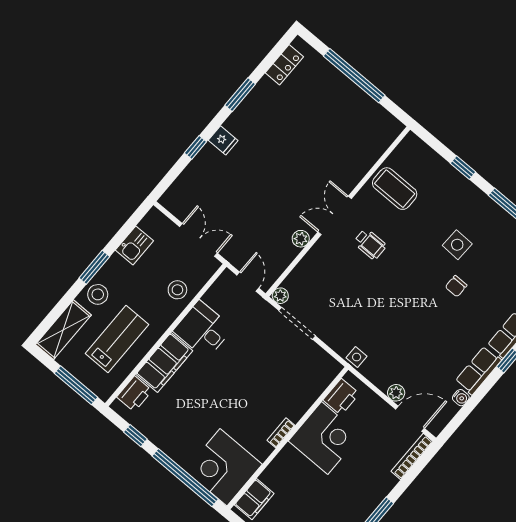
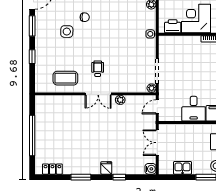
coffee table: (395, 189) -> (65, 78), turned 90
water cooler: (170, 200) -> (151, 169), added
stool: (177, 290) -> (186, 134), removed

